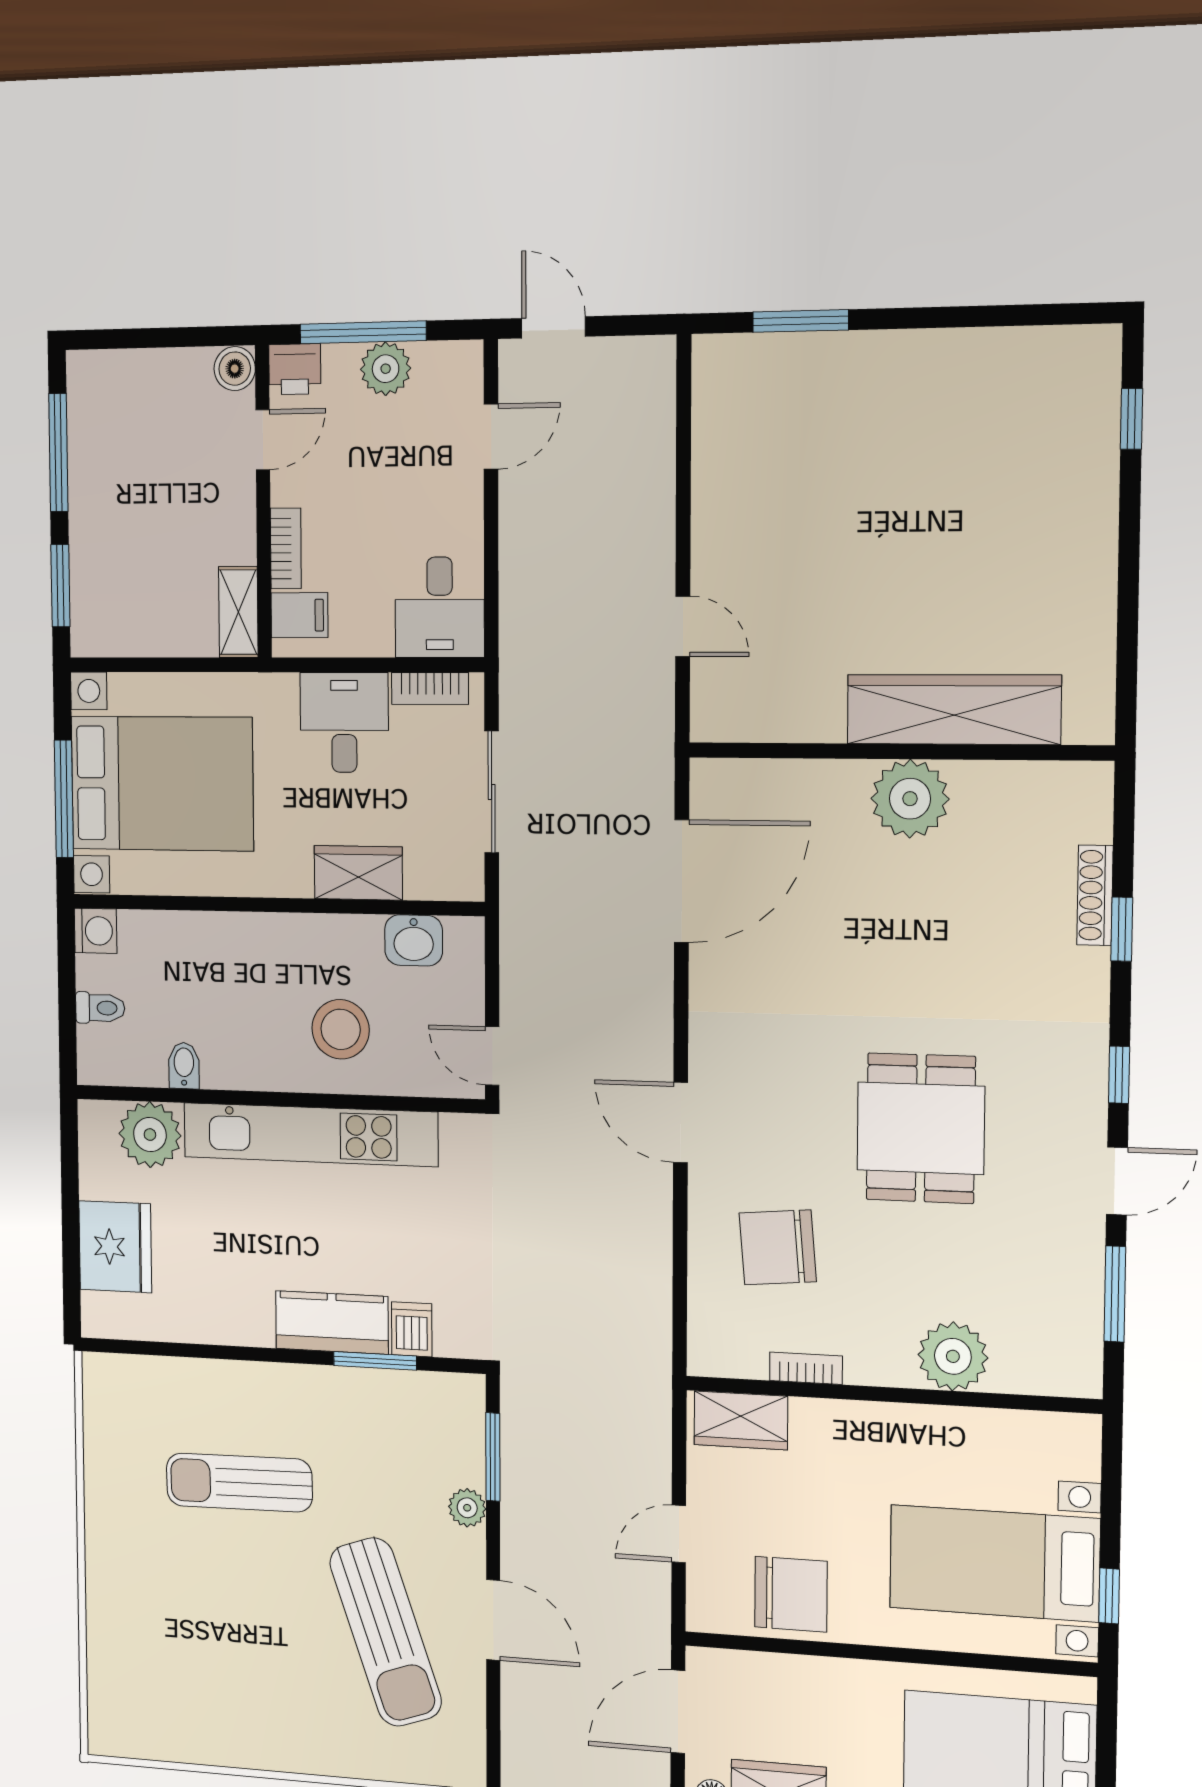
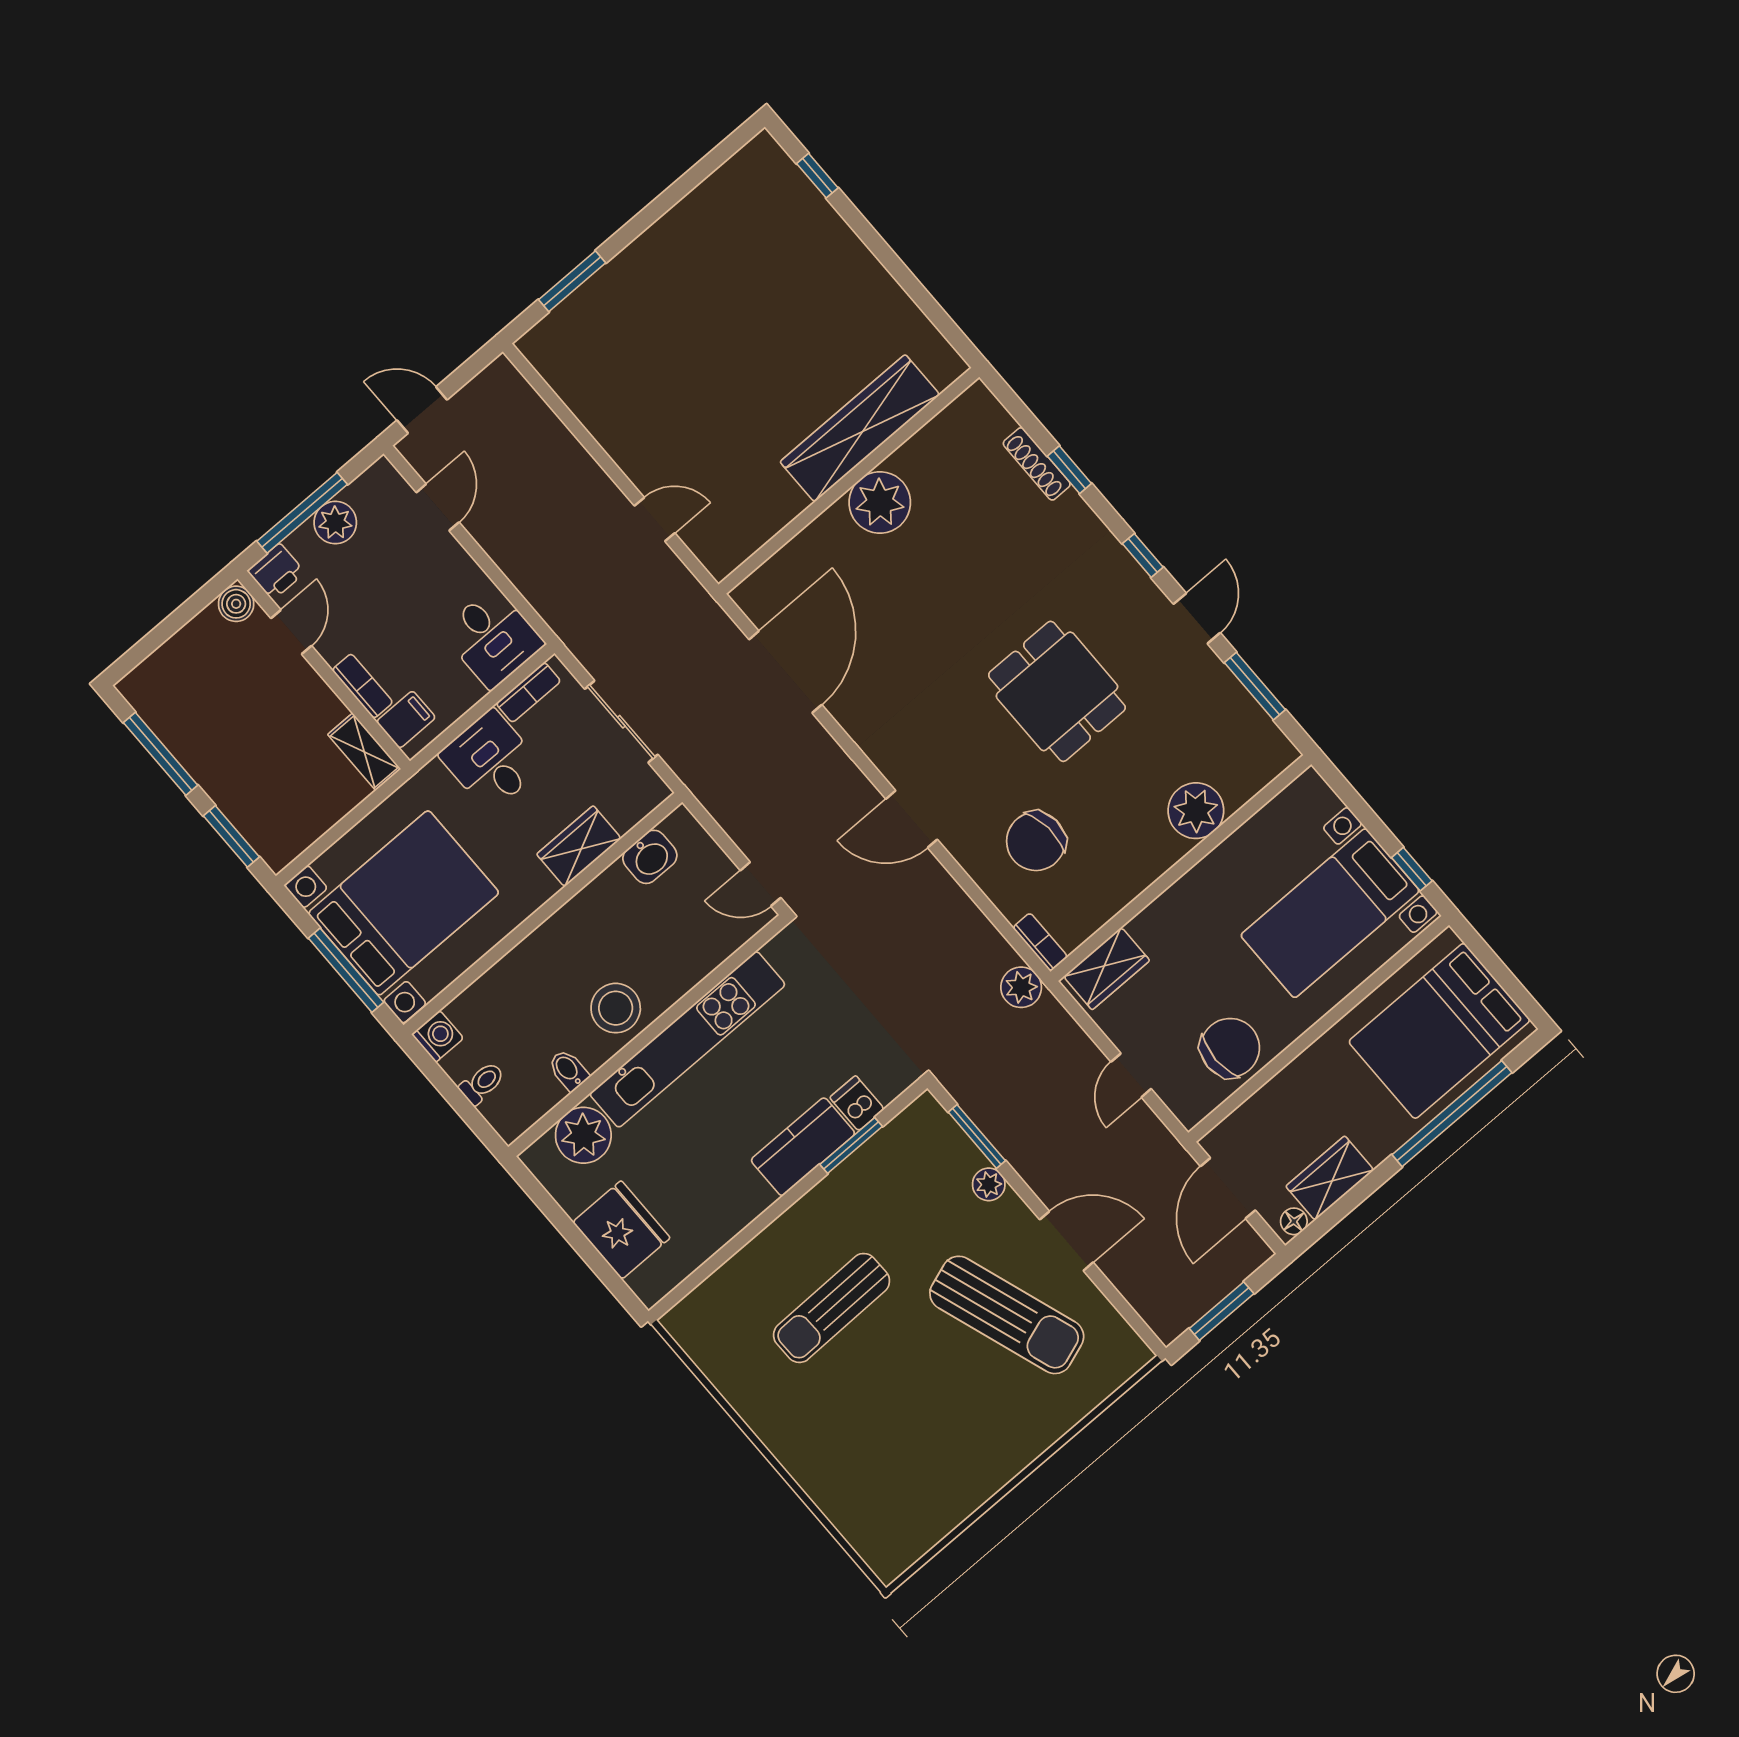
stool: (341, 1029) -> (616, 1008), moved
plant: (648, 1365) -> (1021, 987), added
bookcase: (806, 1368) -> (1040, 942), moved, turned 90

